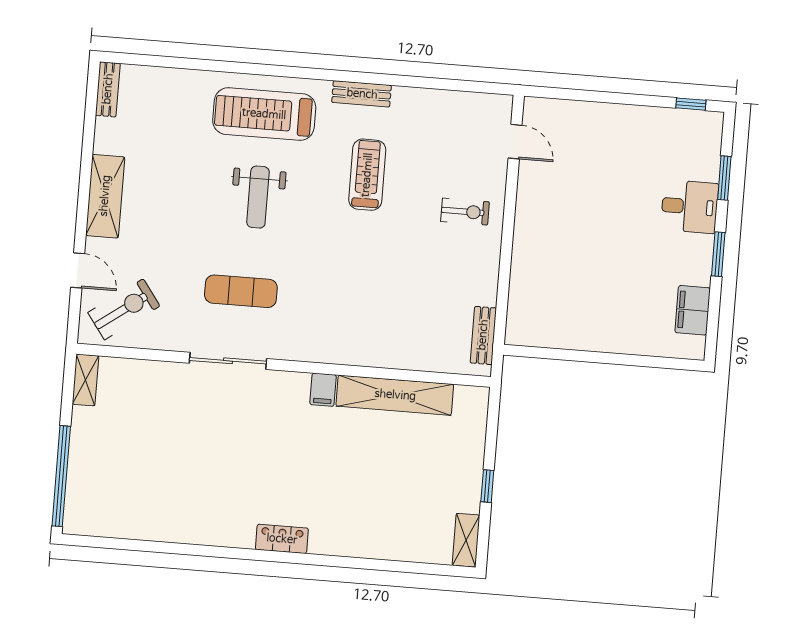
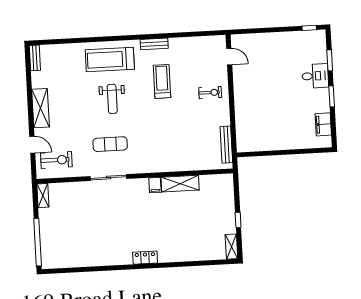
exercise bike: (124, 309) -> (56, 160), turned 36
bench: (483, 335) -> (226, 145), width x1.36
shelving: (395, 395) -> (180, 184), width x0.68

